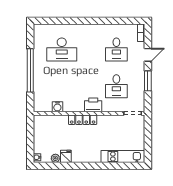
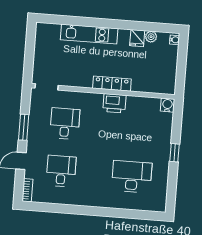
window: (30, 70) -> (175, 153), width x0.32
printer: (93, 105) -> (114, 103), moved
water cooler: (57, 107) -> (167, 105), moved
kitchen unit: (123, 157) -> (89, 34), moved

